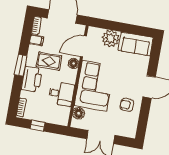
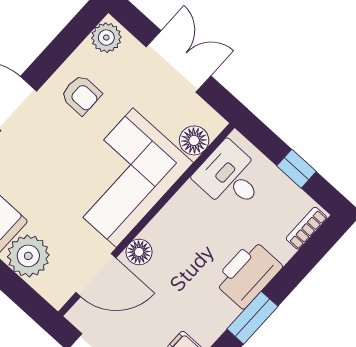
rug: (49, 61) -> (188, 289), removed
desk: (61, 94) -> (230, 177), moved
plant: (130, 130) -> (106, 38), added

